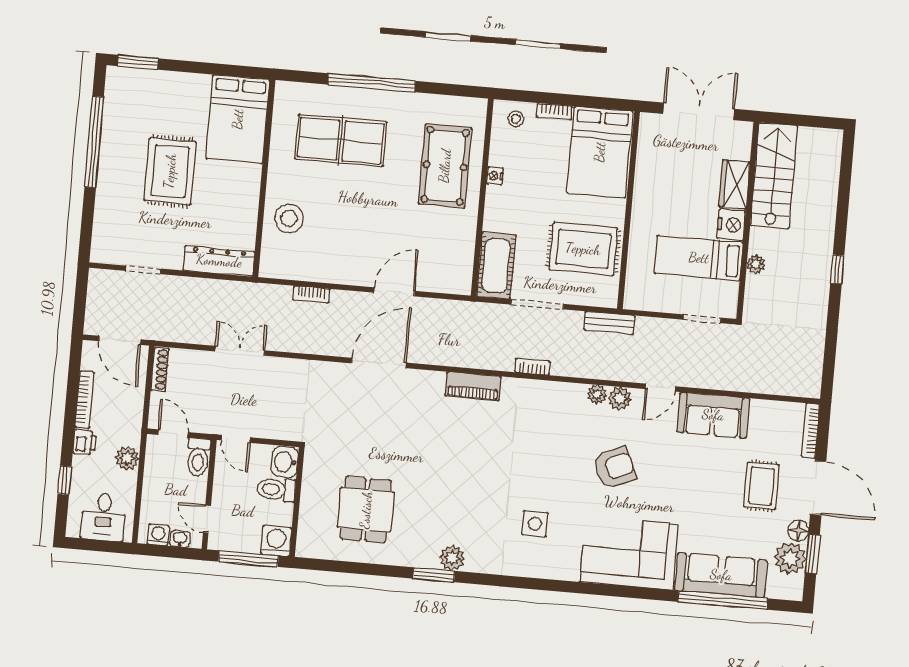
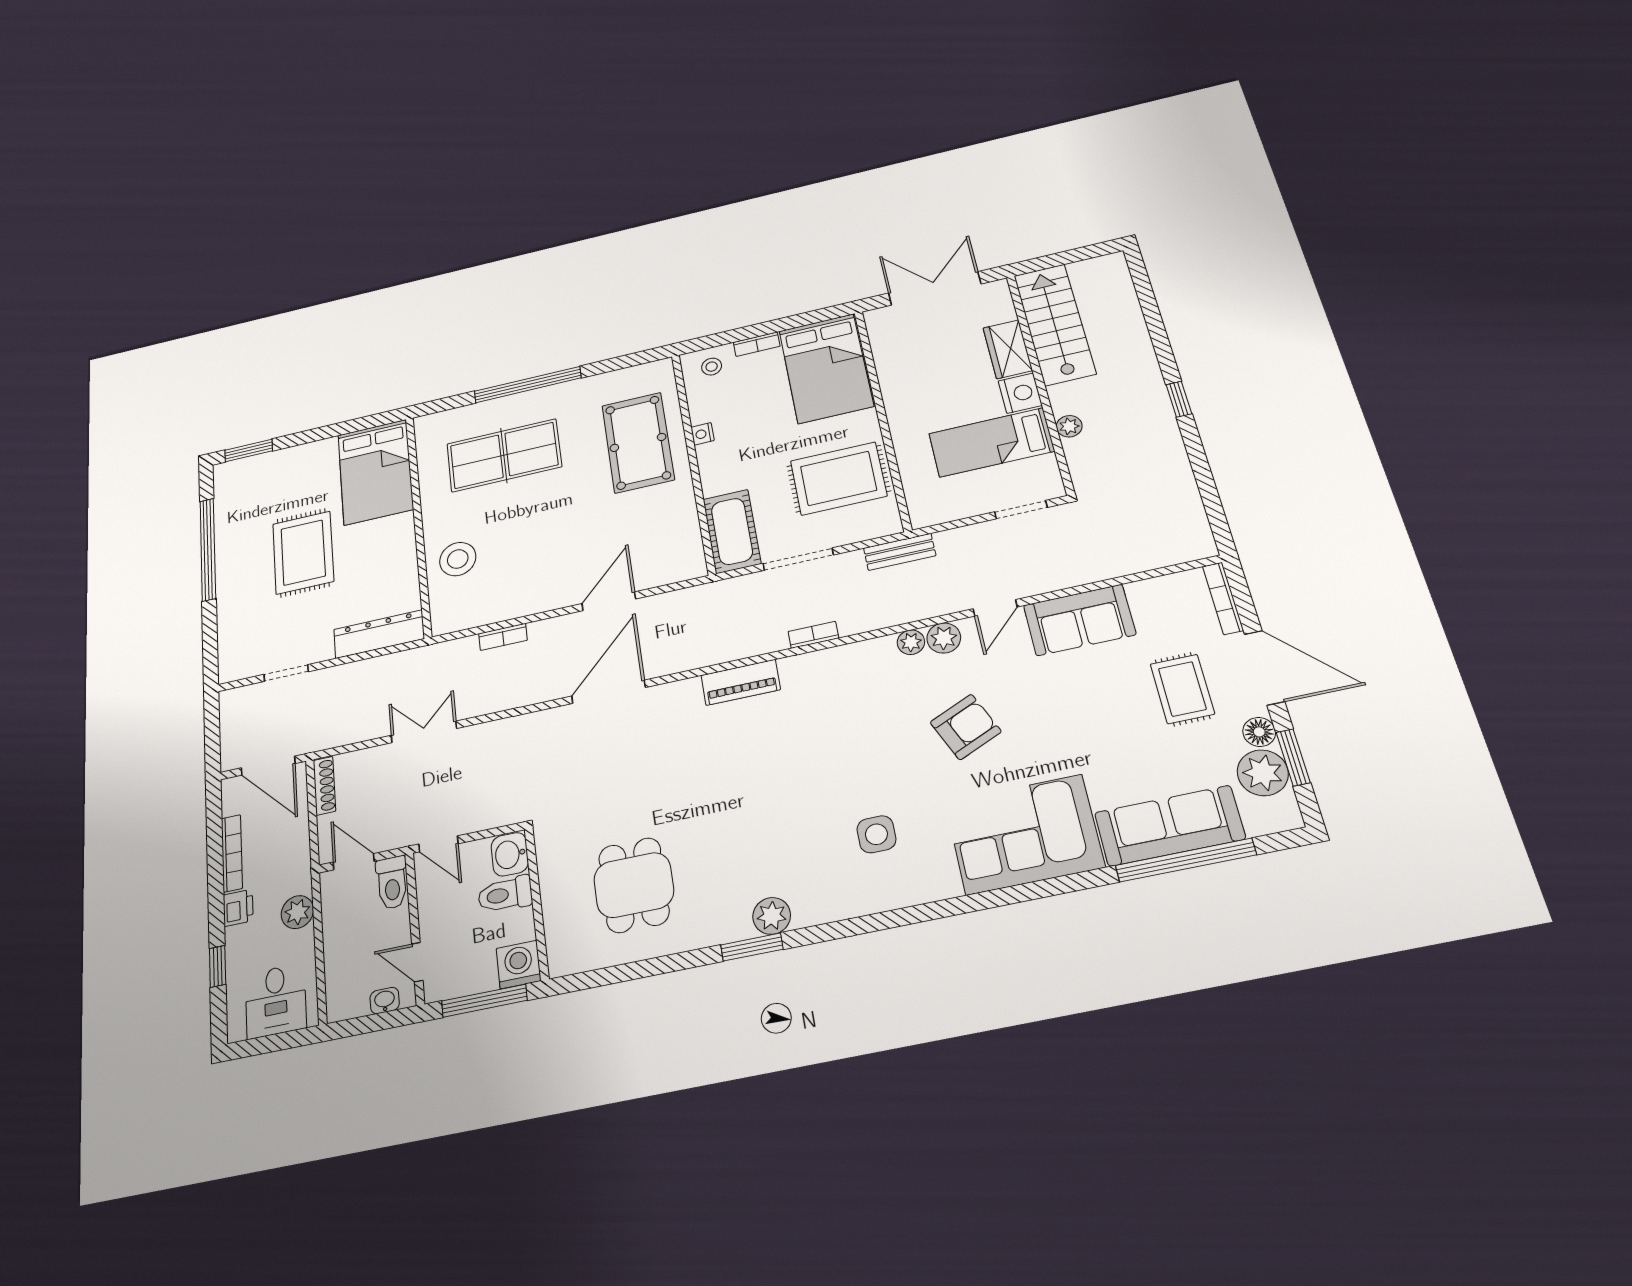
washing machine: (158, 535) -> (354, 1004), removed

